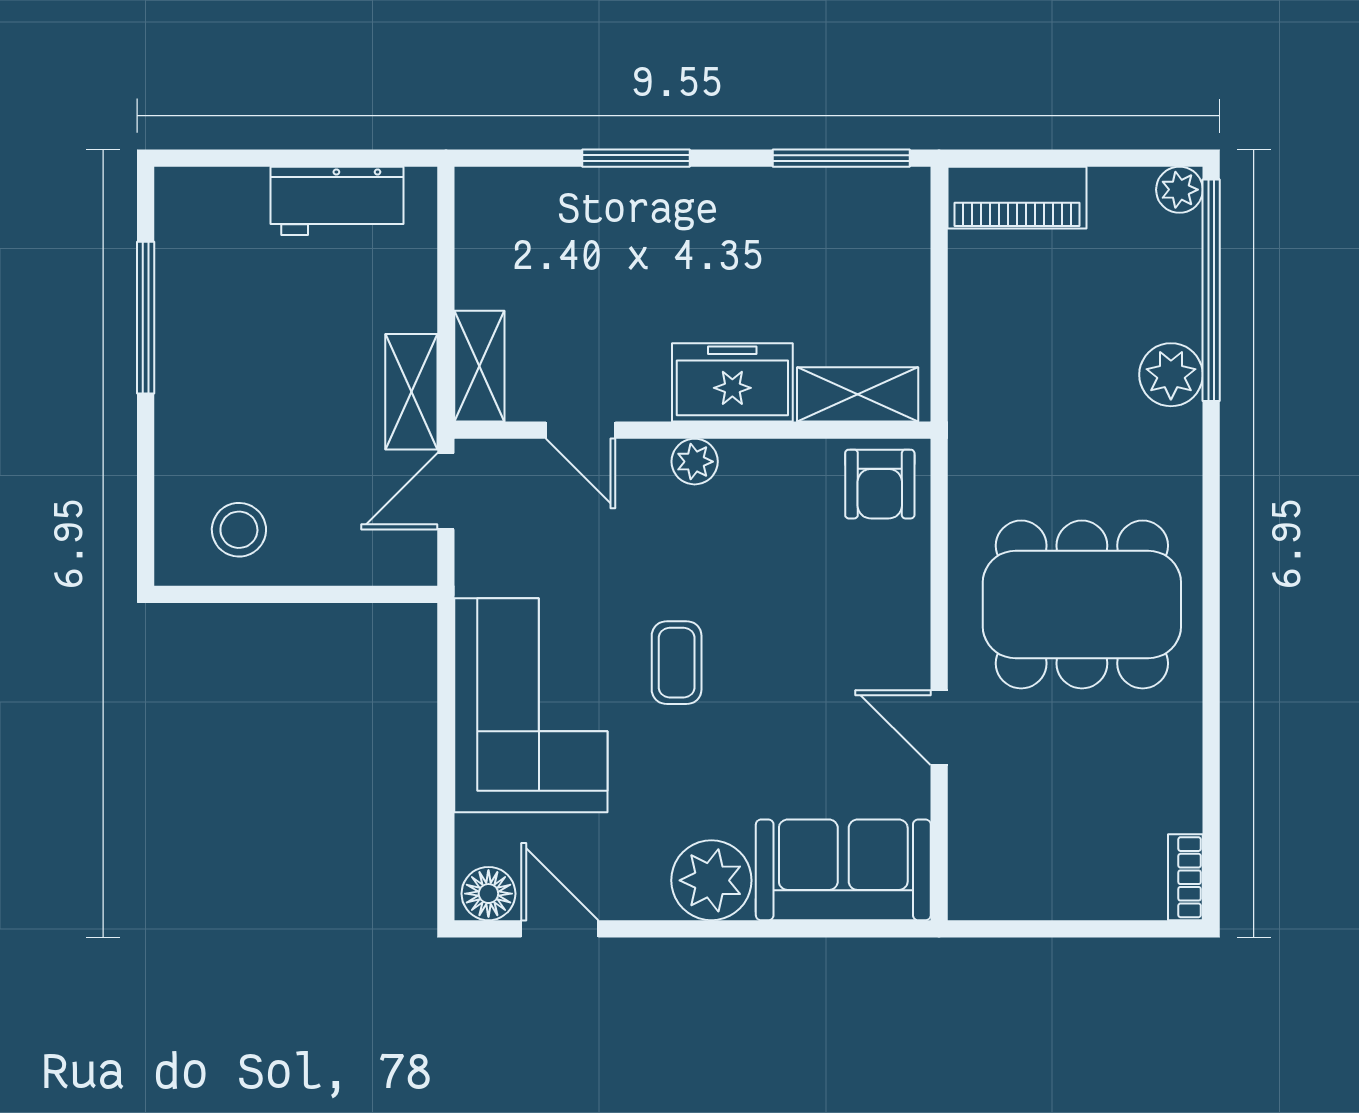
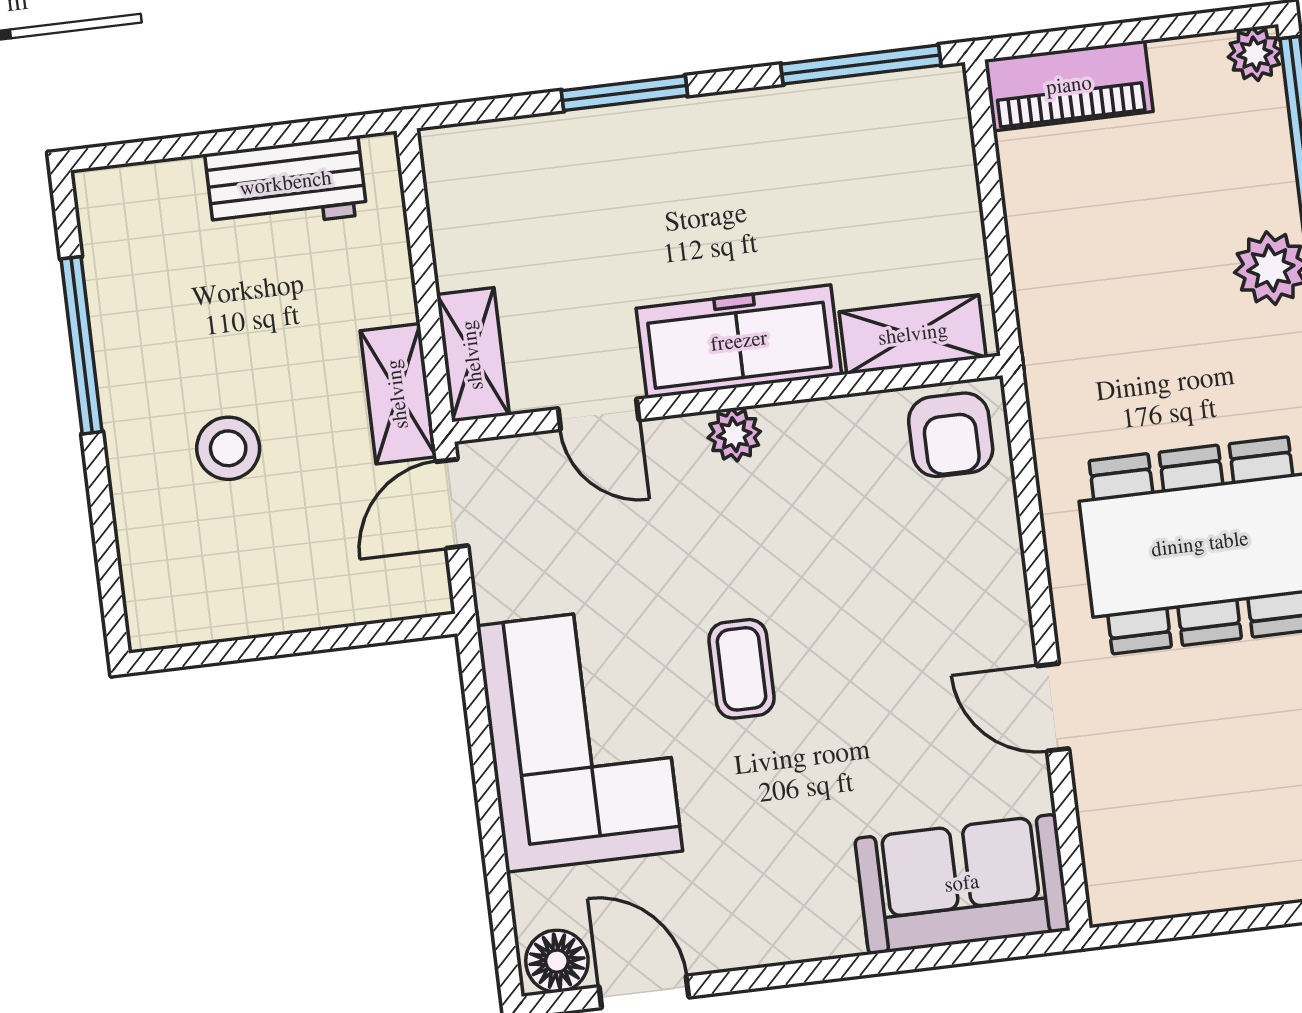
freezer: (732, 382) -> (739, 342), width x1.40
stool: (239, 530) -> (228, 448), moved
plant: (711, 880) -> (812, 915), removed

